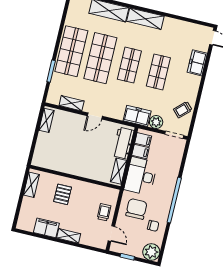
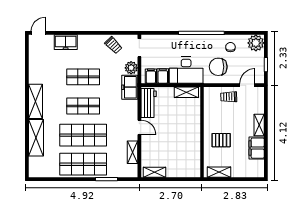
workbench: (123, 143) -> (149, 103), moved, turned -90

